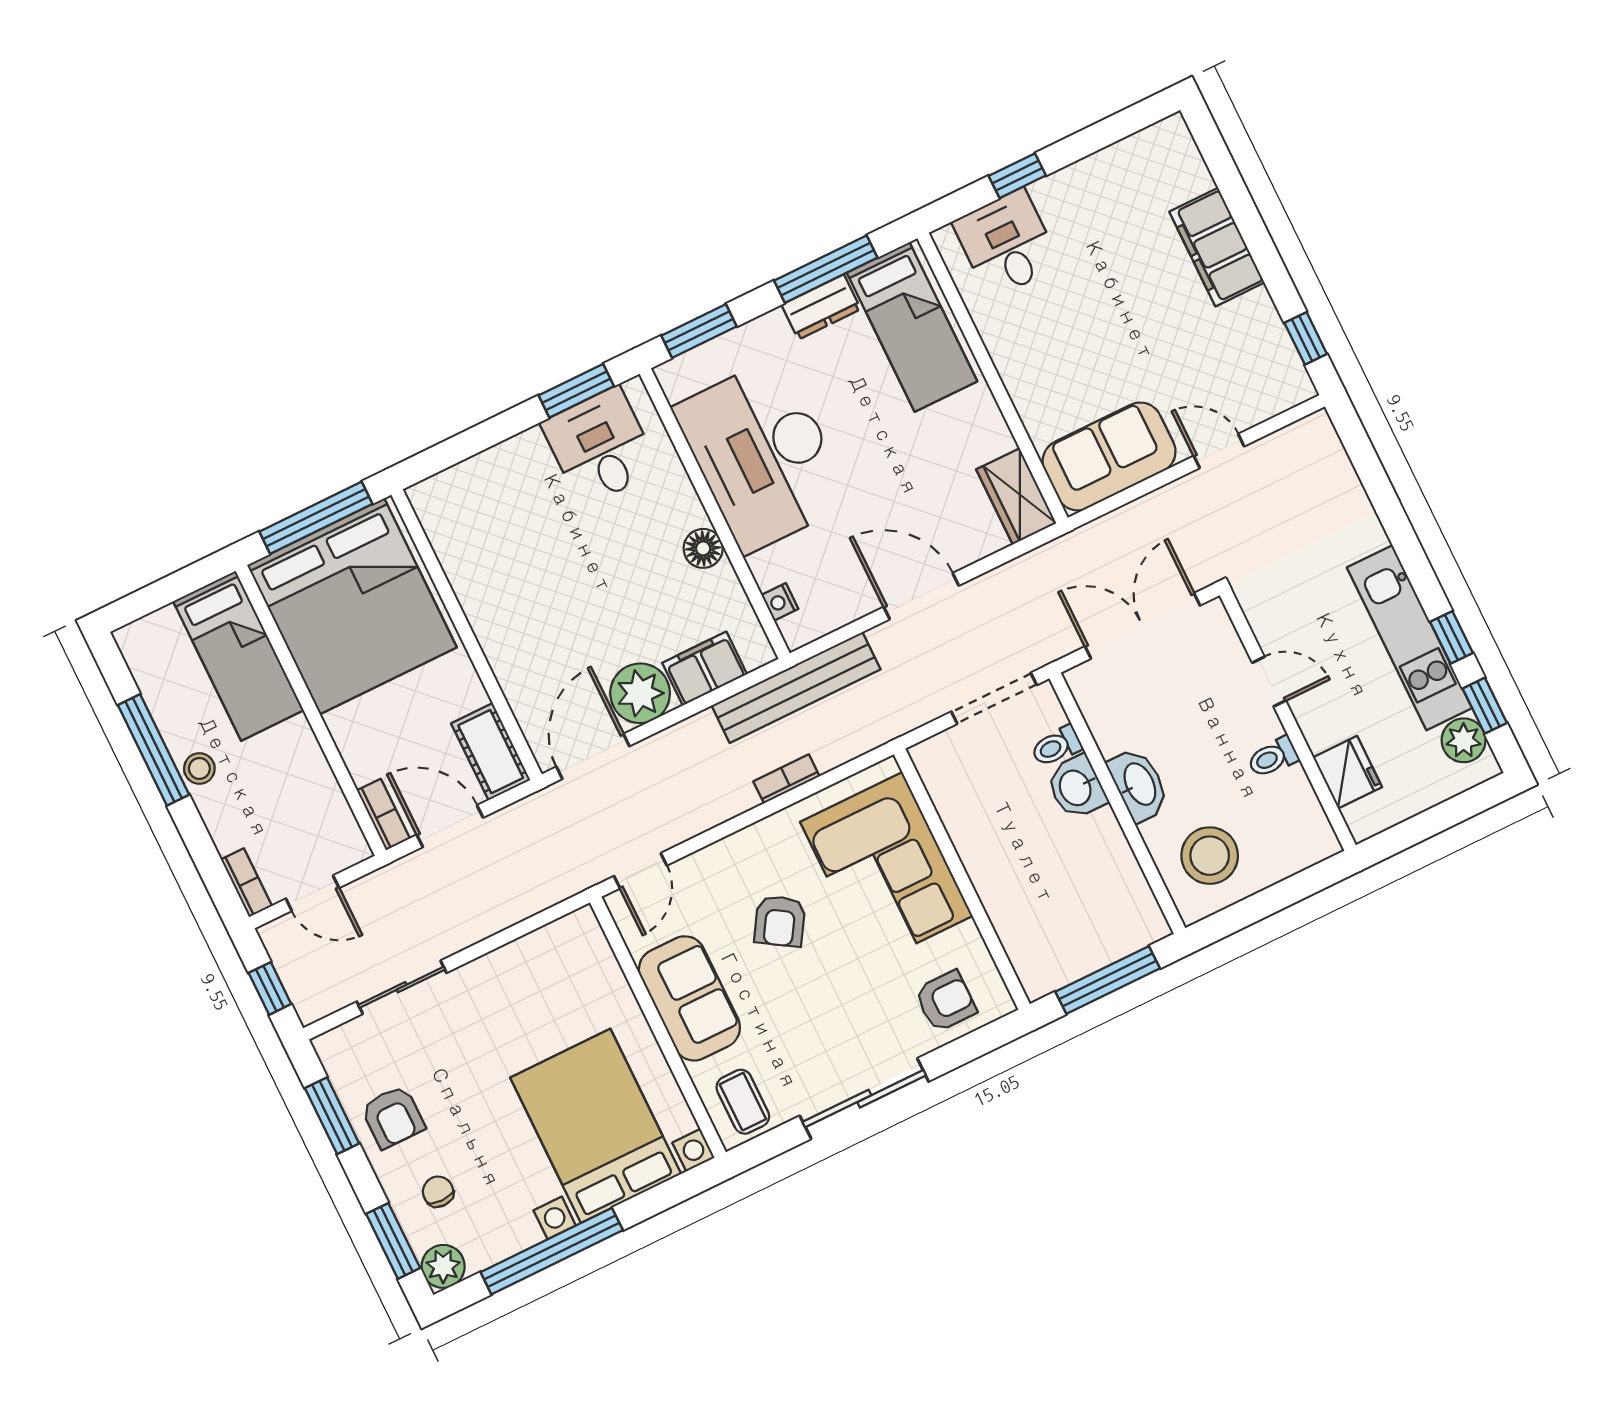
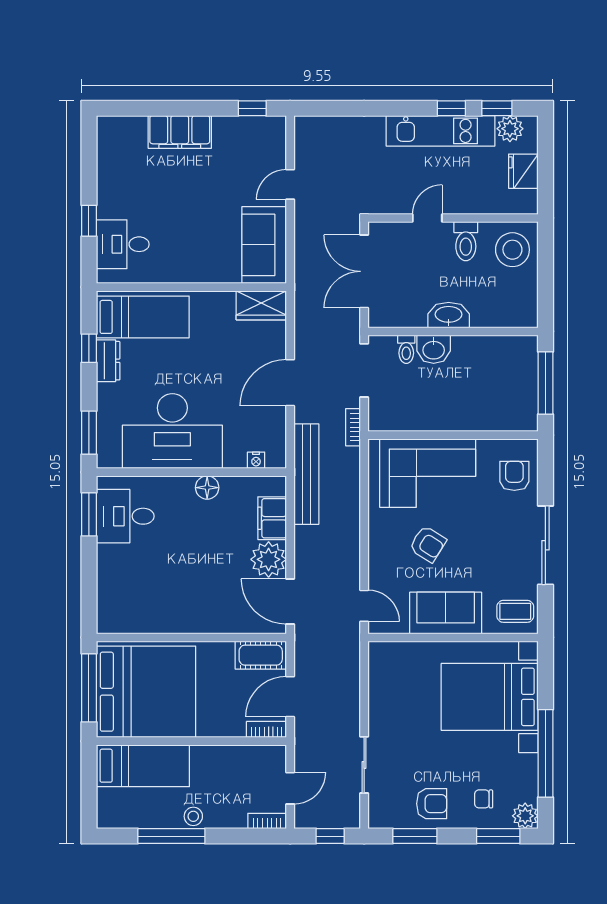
window: (826, 269) -> (89, 348), width x0.46
toilet: (1273, 757) -> (466, 241), width x1.37, depth x1.39
fridge: (1347, 772) -> (523, 171), moved, turned -90
bookcase: (786, 779) -> (353, 427), moved
stool: (1210, 856) -> (512, 250), moved

